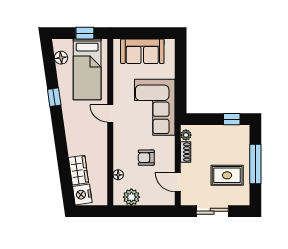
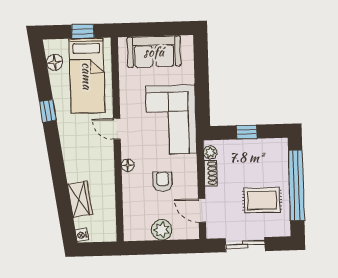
window: (232, 119) -> (247, 132), moved
armchair: (146, 158) -> (163, 182), turned 90
window: (255, 164) -> (296, 185), width x1.46
floor lamp: (118, 175) -> (128, 165), moved
nightstand: (82, 194) -> (82, 235), width x0.53, depth x0.56
plant: (131, 197) -> (162, 230), moved

